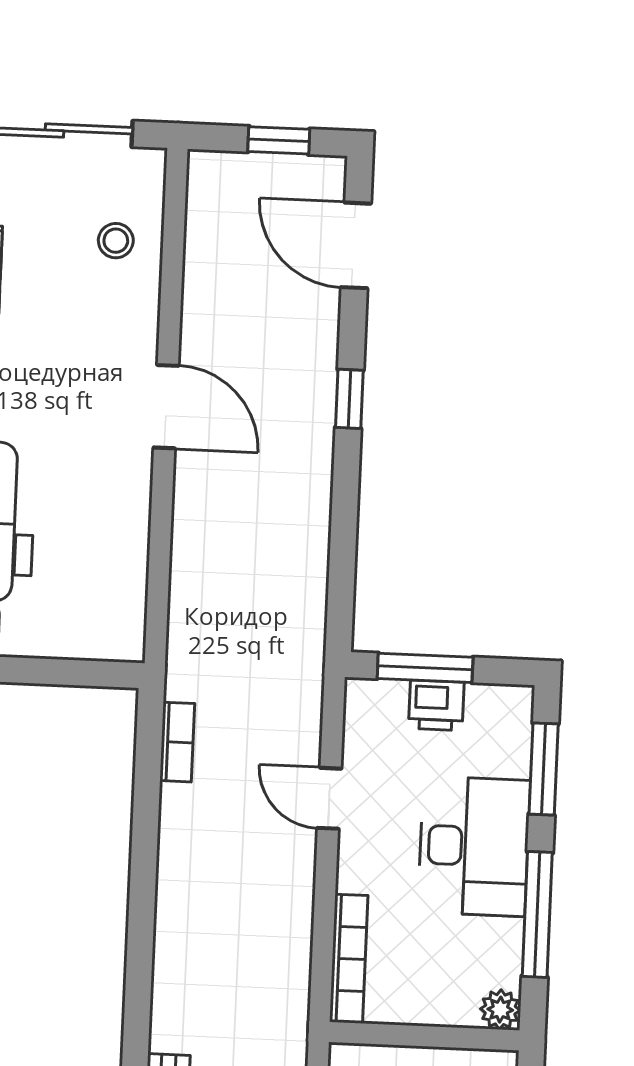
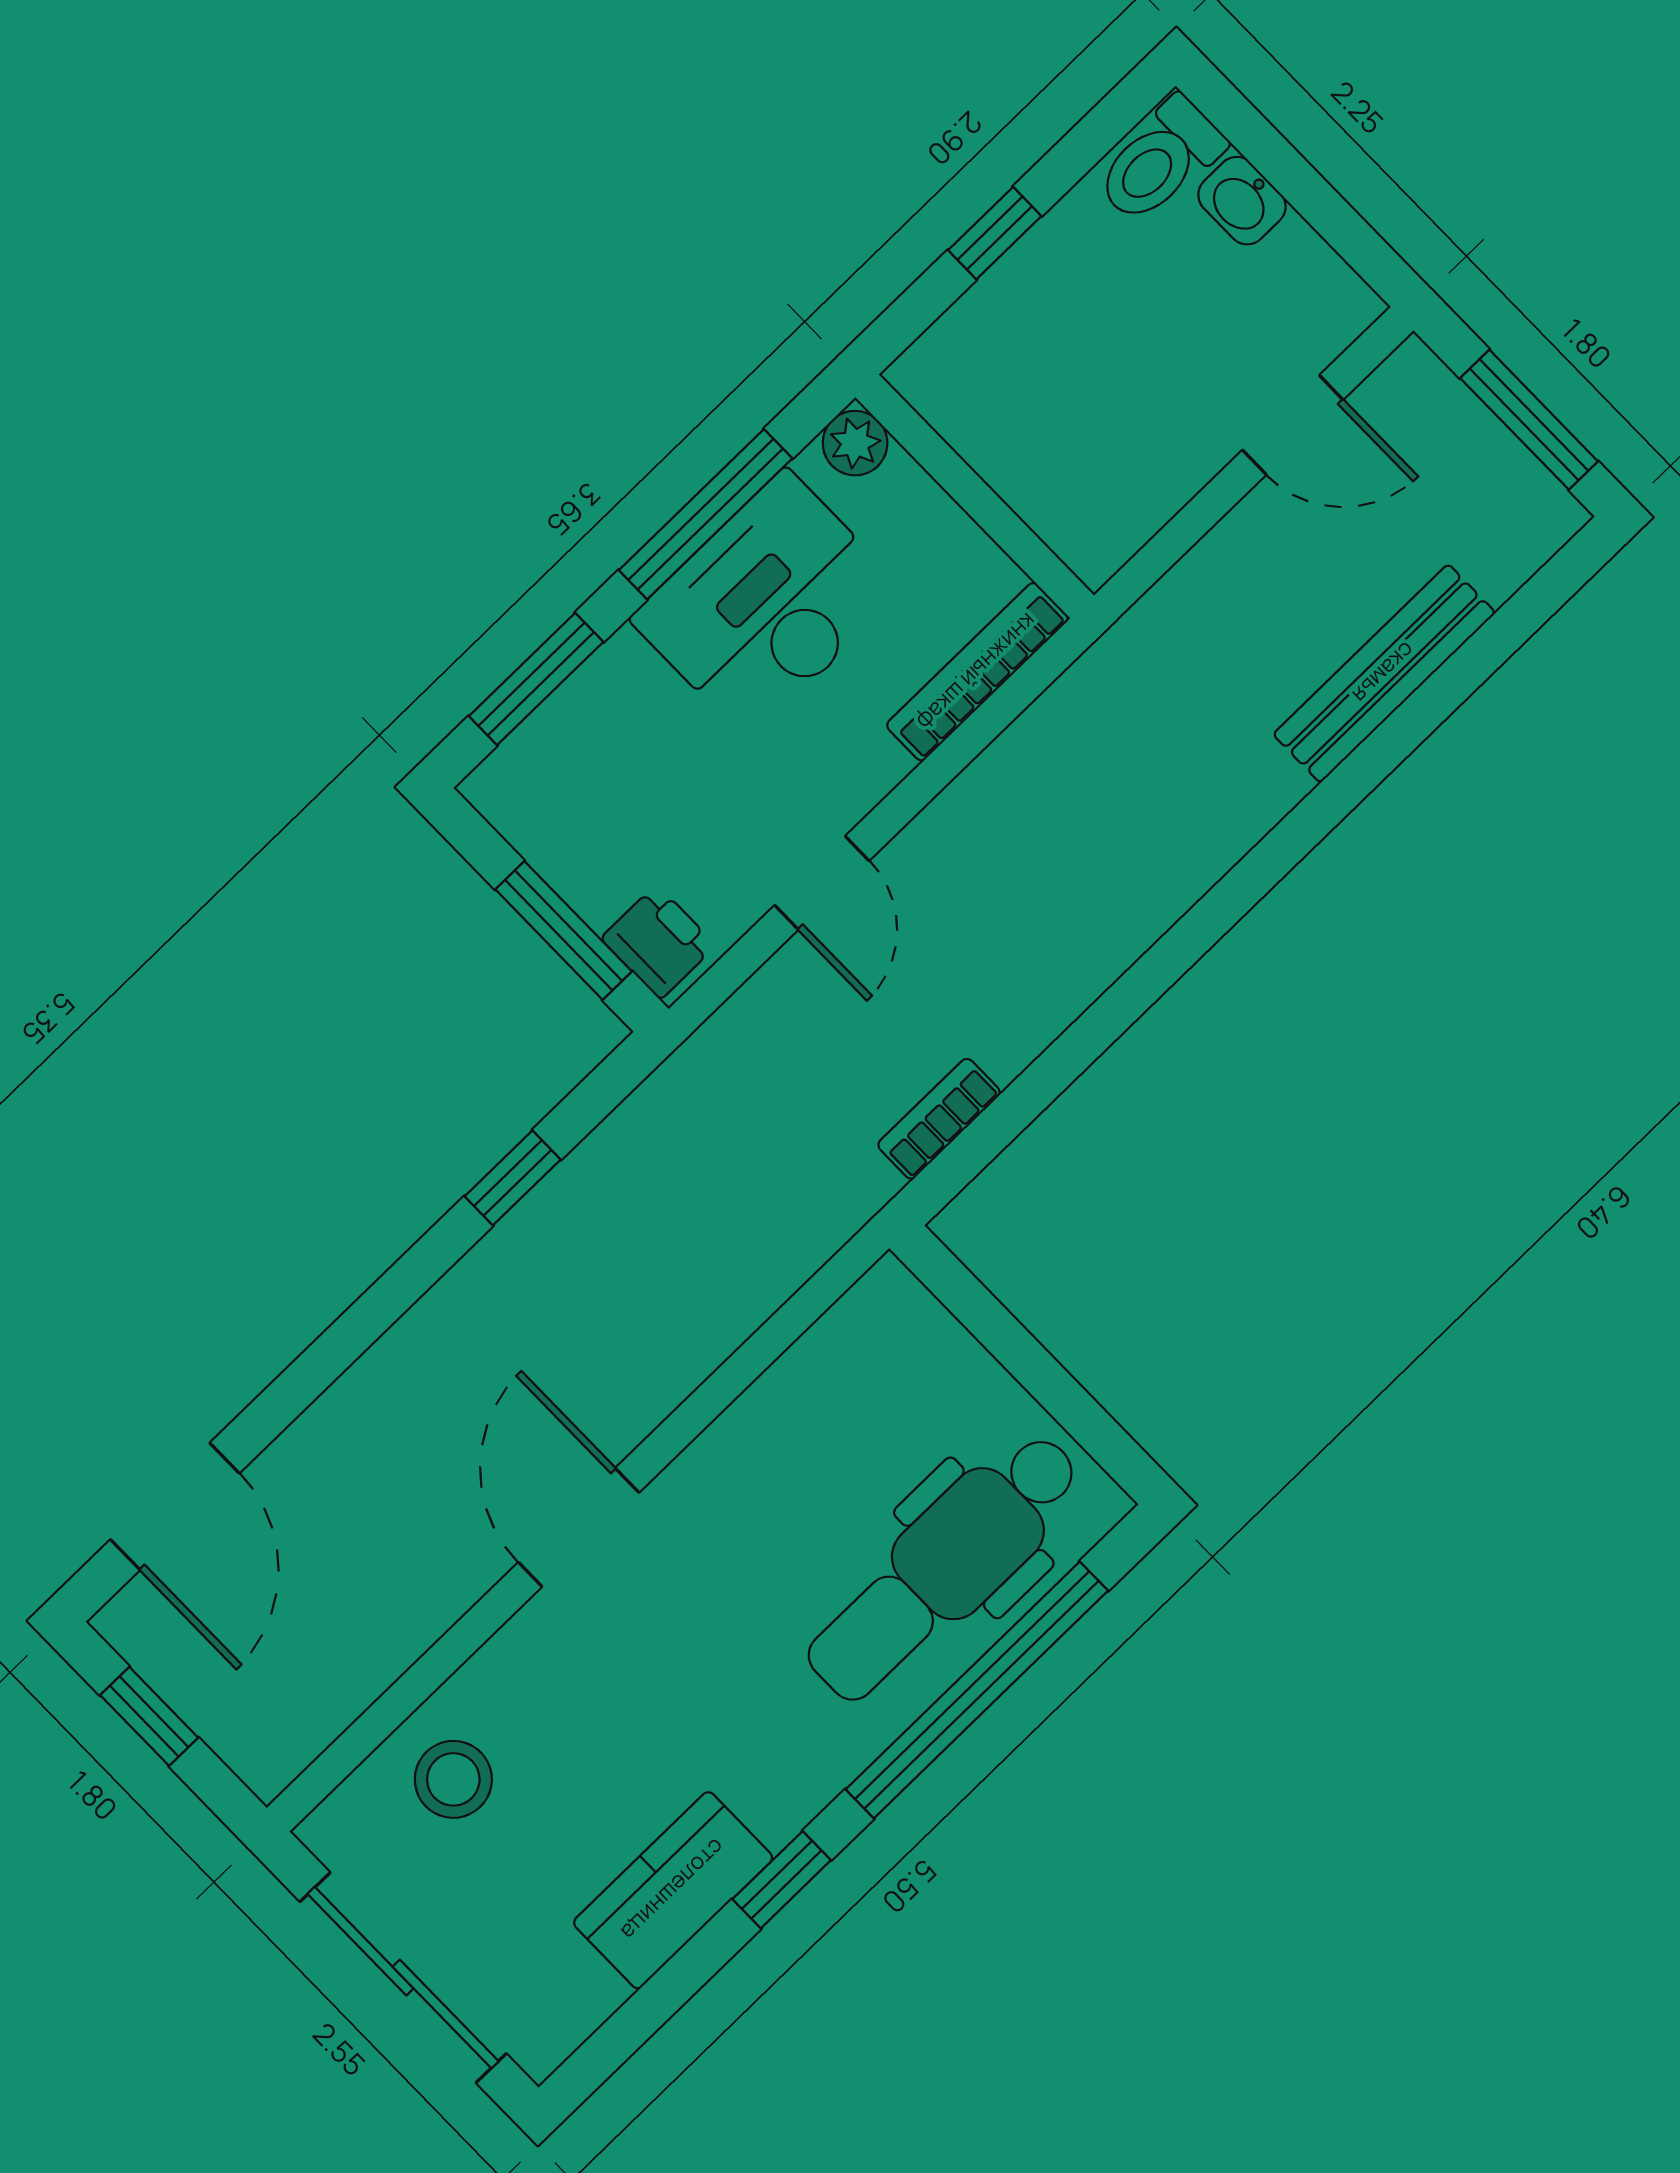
stool: (116, 241) -> (453, 1779), width x1.37, depth x1.37
window: (349, 399) -> (513, 1178), moved
printer: (436, 705) -> (658, 942), moved
desk: (474, 846) -> (767, 604), moved

